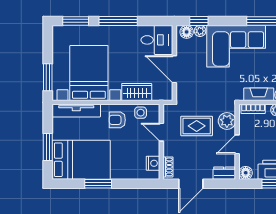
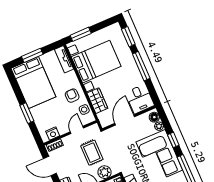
window: (199, 21) -> (173, 140), moved
tv unit: (76, 111) -> (64, 59), width x0.71
window: (98, 184) -> (27, 113), moved

